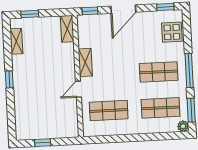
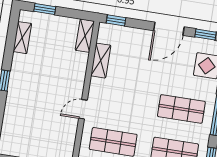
door: (123, 9) -> (169, 29), moved
shelving: (85, 62) -> (101, 61), moved

